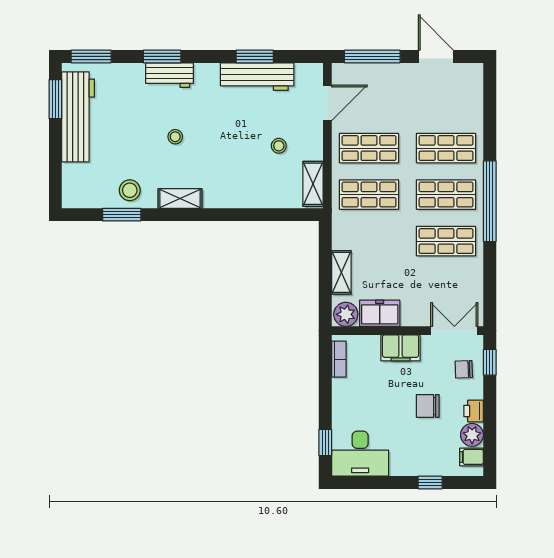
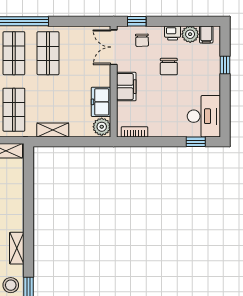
shelving: (341, 272) -> (53, 130), moved

